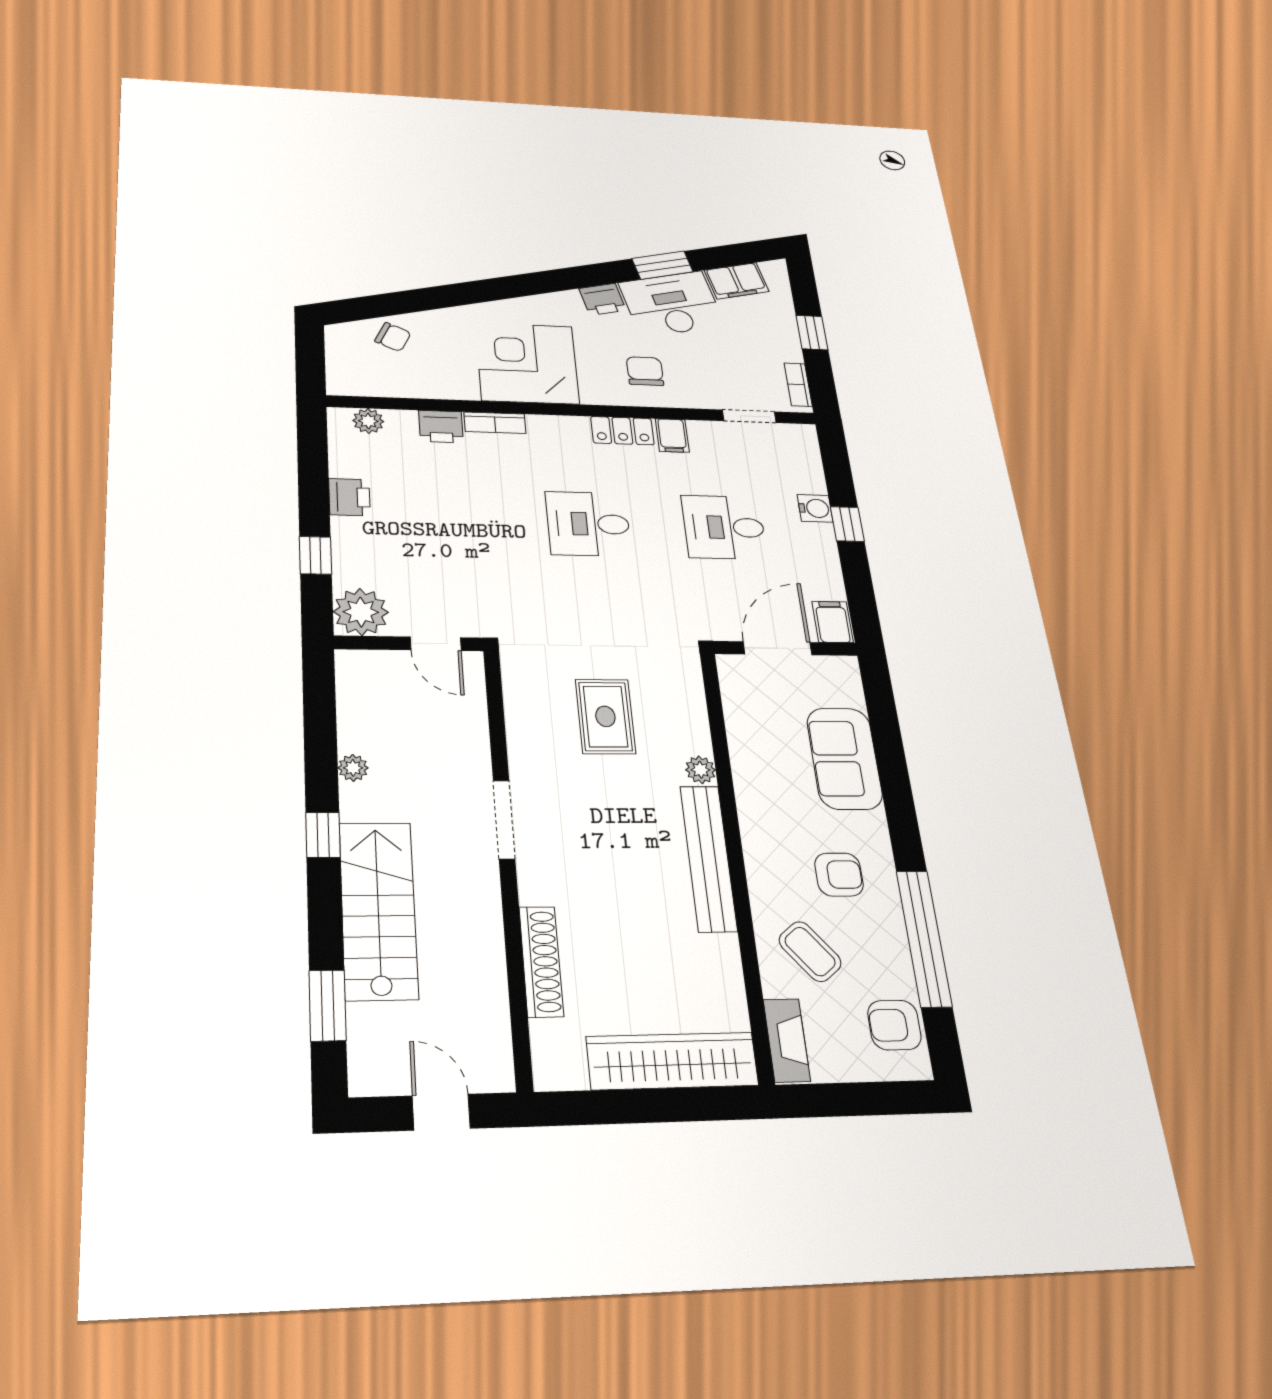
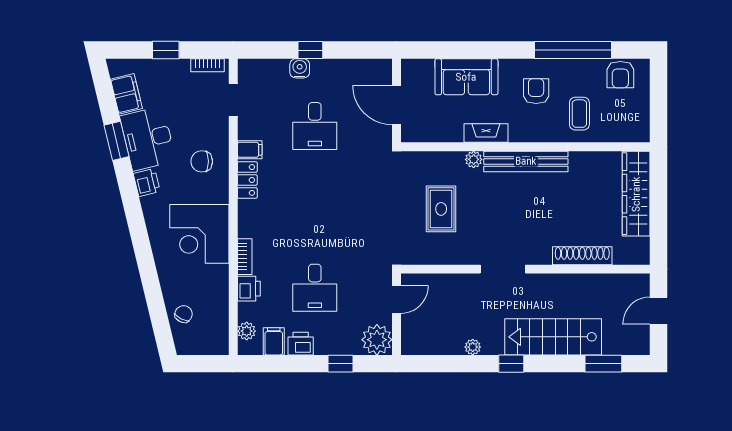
desk: (588, 524) -> (315, 288), moved
filing cabinet: (833, 622) -> (274, 341), moved, turned 90
rug: (605, 716) -> (441, 209), turned 90
coffee table: (810, 952) -> (579, 114), turned -51
fireplace: (787, 1040) -> (486, 133), moved

